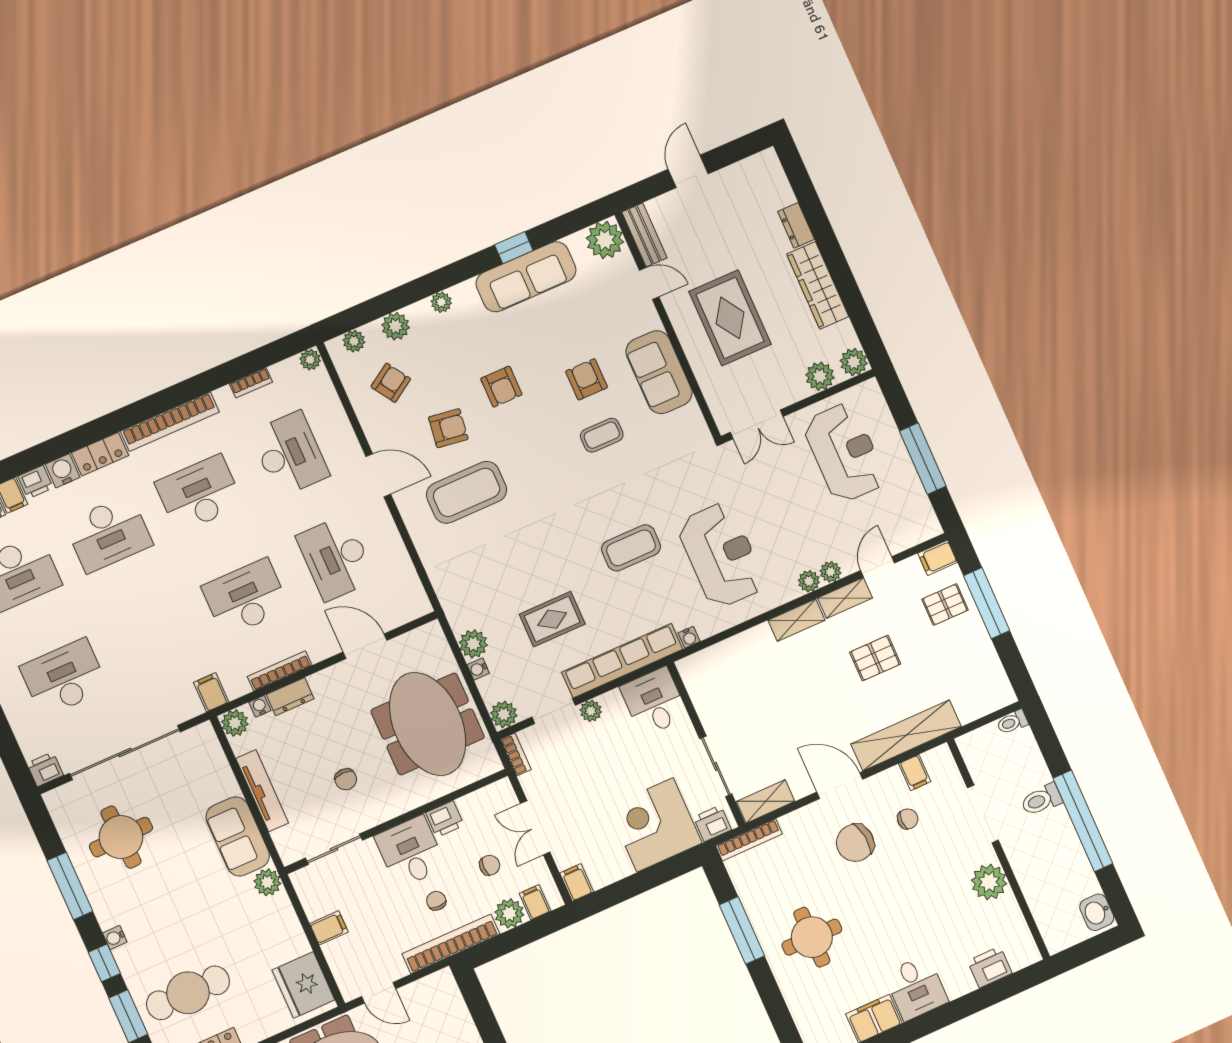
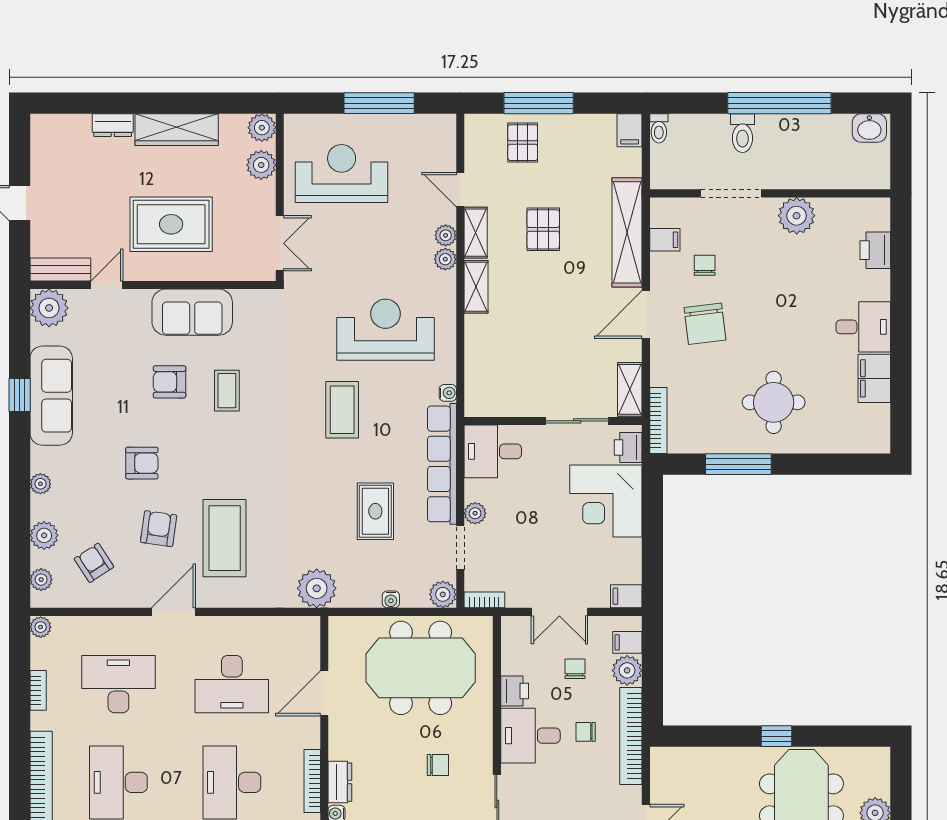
filing cabinet: (938, 558) -> (630, 130), moved
plant: (473, 644) -> (317, 588), moved, width x1.36, depth x1.36

